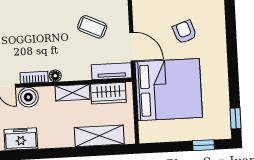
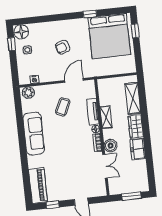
tv unit: (112, 71) -> (93, 112), moved
bed: (169, 90) -> (109, 36), moved, turned 180
wardrobe: (108, 93) -> (136, 127), moved, turned 180
window: (236, 118) -> (90, 14), moved

